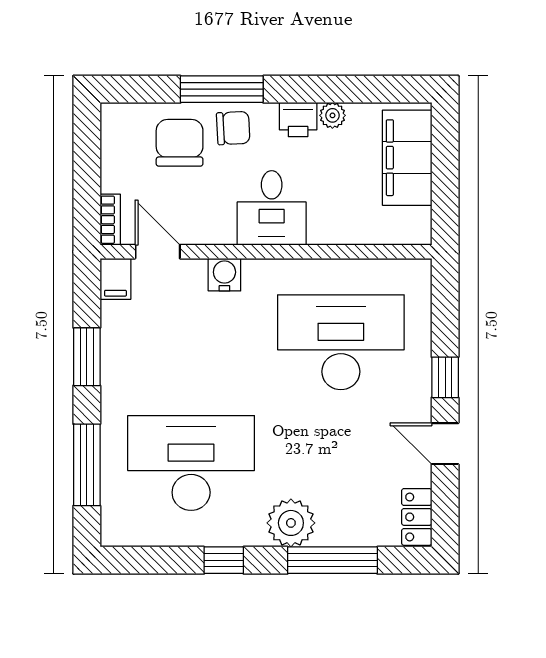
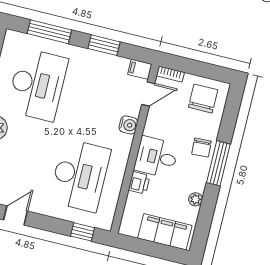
window: (222, 89) -> (218, 163), moved
printer: (298, 120) -> (139, 183), moved, turned 180
chair: (180, 143) -> (203, 99), moved, turned -90
window: (445, 377) -> (82, 232), moved

